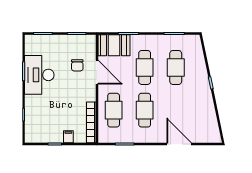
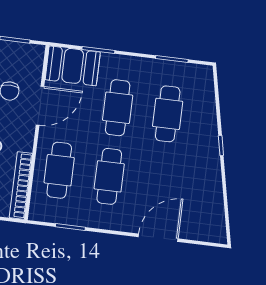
door: (97, 72) -> (40, 106), hinge flipped
door: (179, 144) -> (158, 238), hinge flipped

